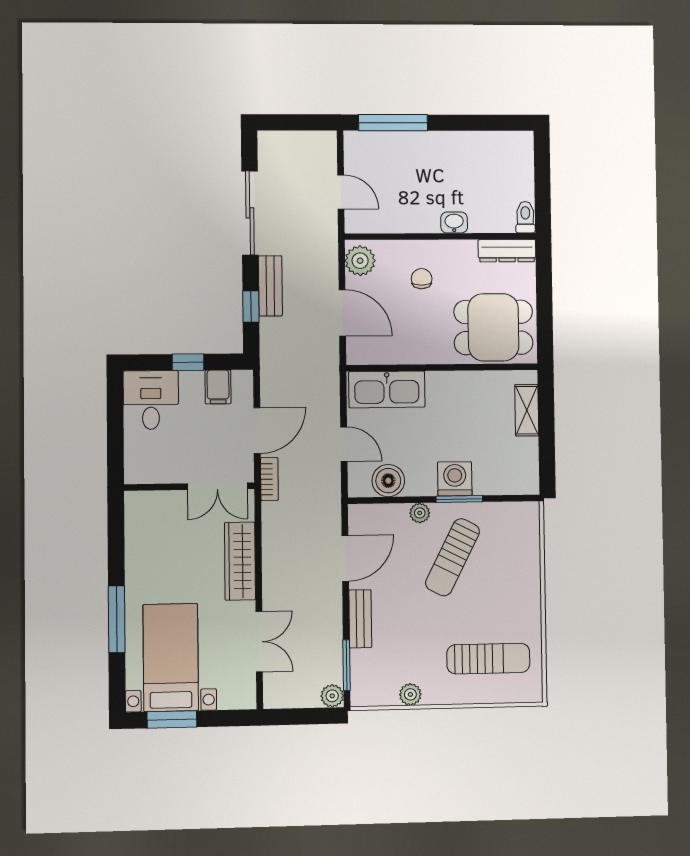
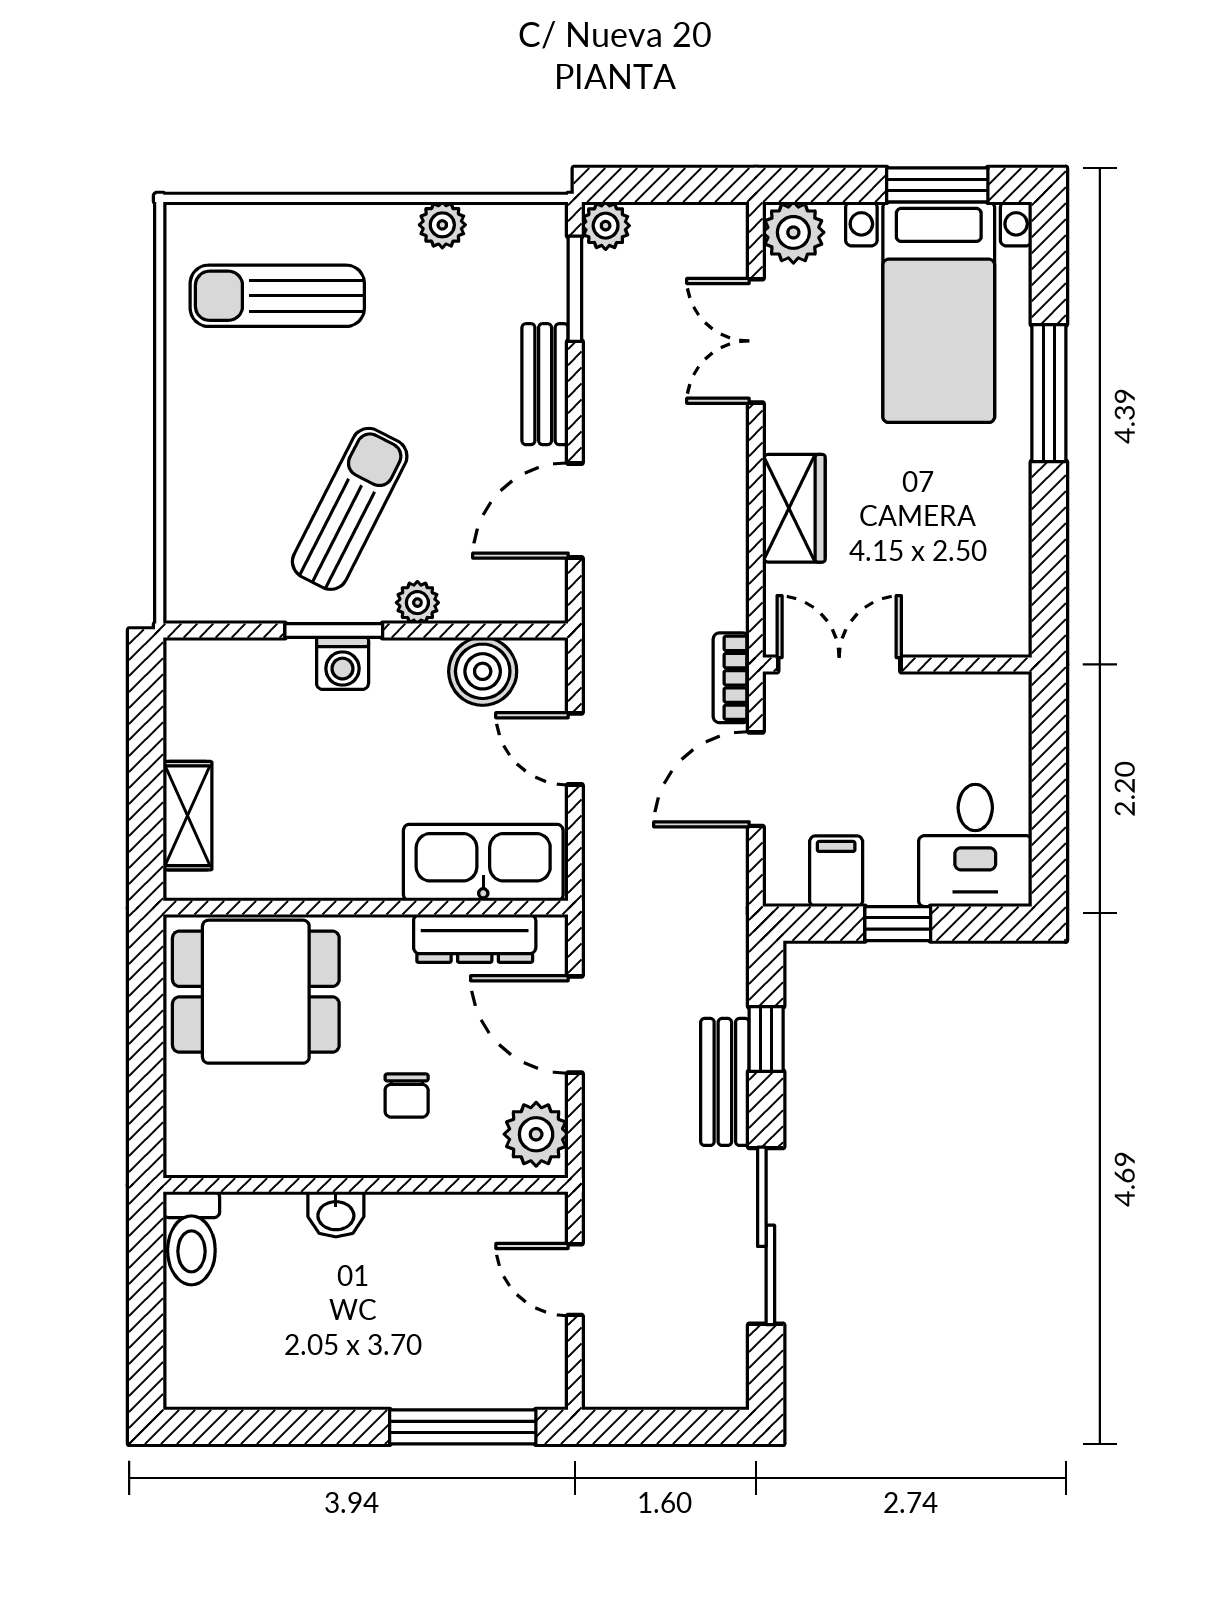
toilet: (525, 217) -> (191, 1238), width x1.37, depth x1.39
dresser: (507, 251) -> (475, 938), moved, turned 180
washing machine: (455, 479) -> (343, 663), width x0.73, depth x0.73
wardrobe: (240, 561) -> (794, 508), width x0.67
plant: (242, 695) -> (793, 232), added

